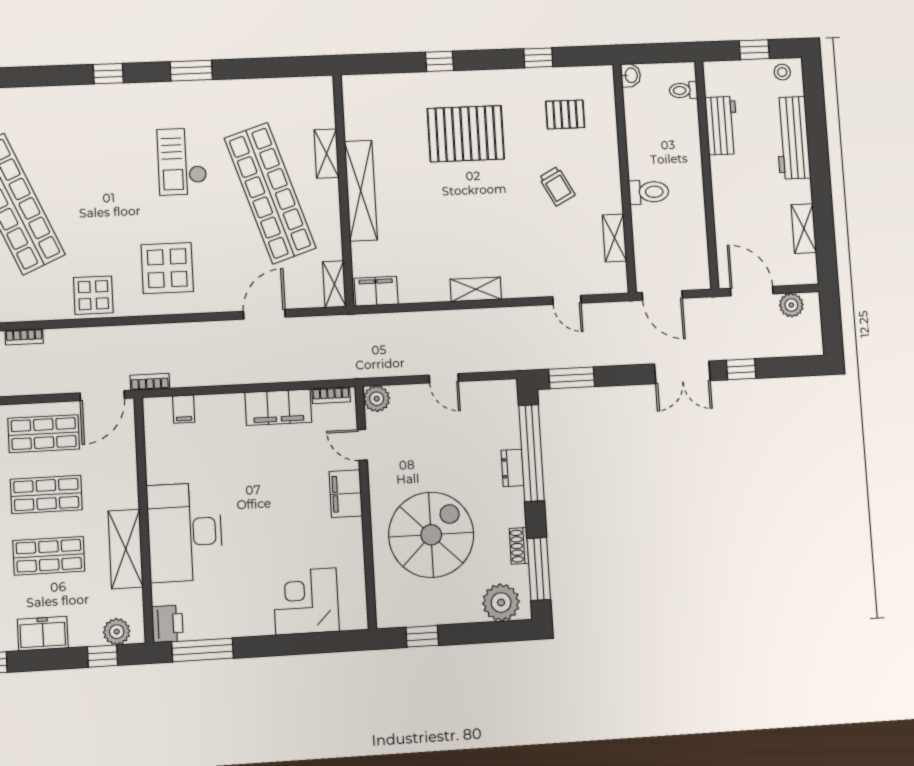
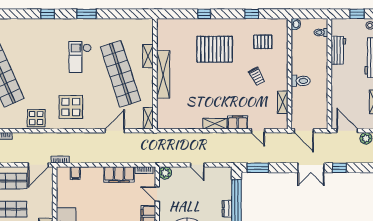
filing cabinet: (376, 291) -> (238, 122), moved

